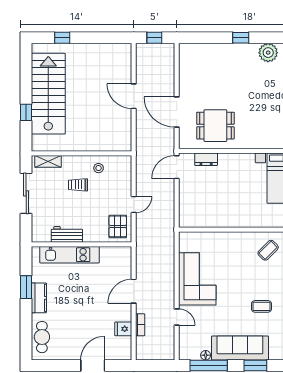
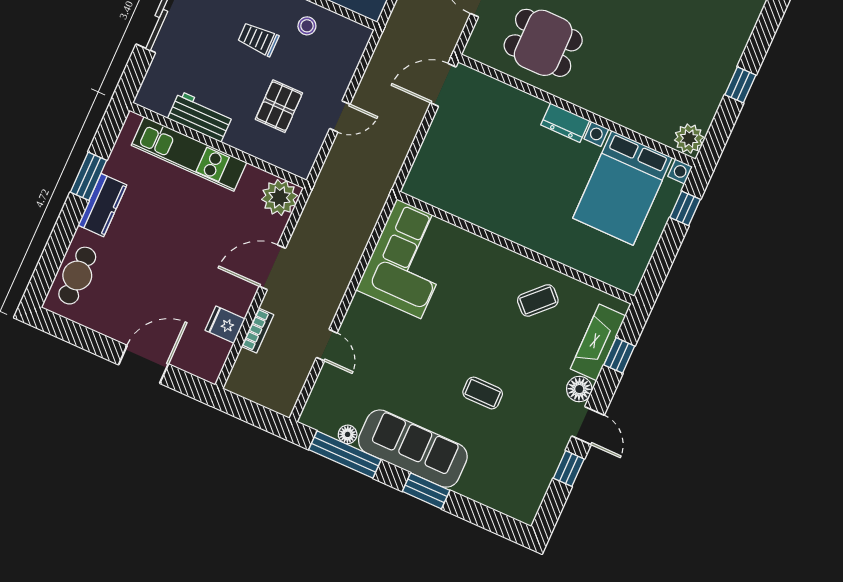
dresser: (206, 159) -> (565, 123), moved
pallet: (118, 226) -> (279, 106), moved
plant: (122, 256) -> (279, 197), added
corner sofa: (197, 279) -> (409, 259), moved

